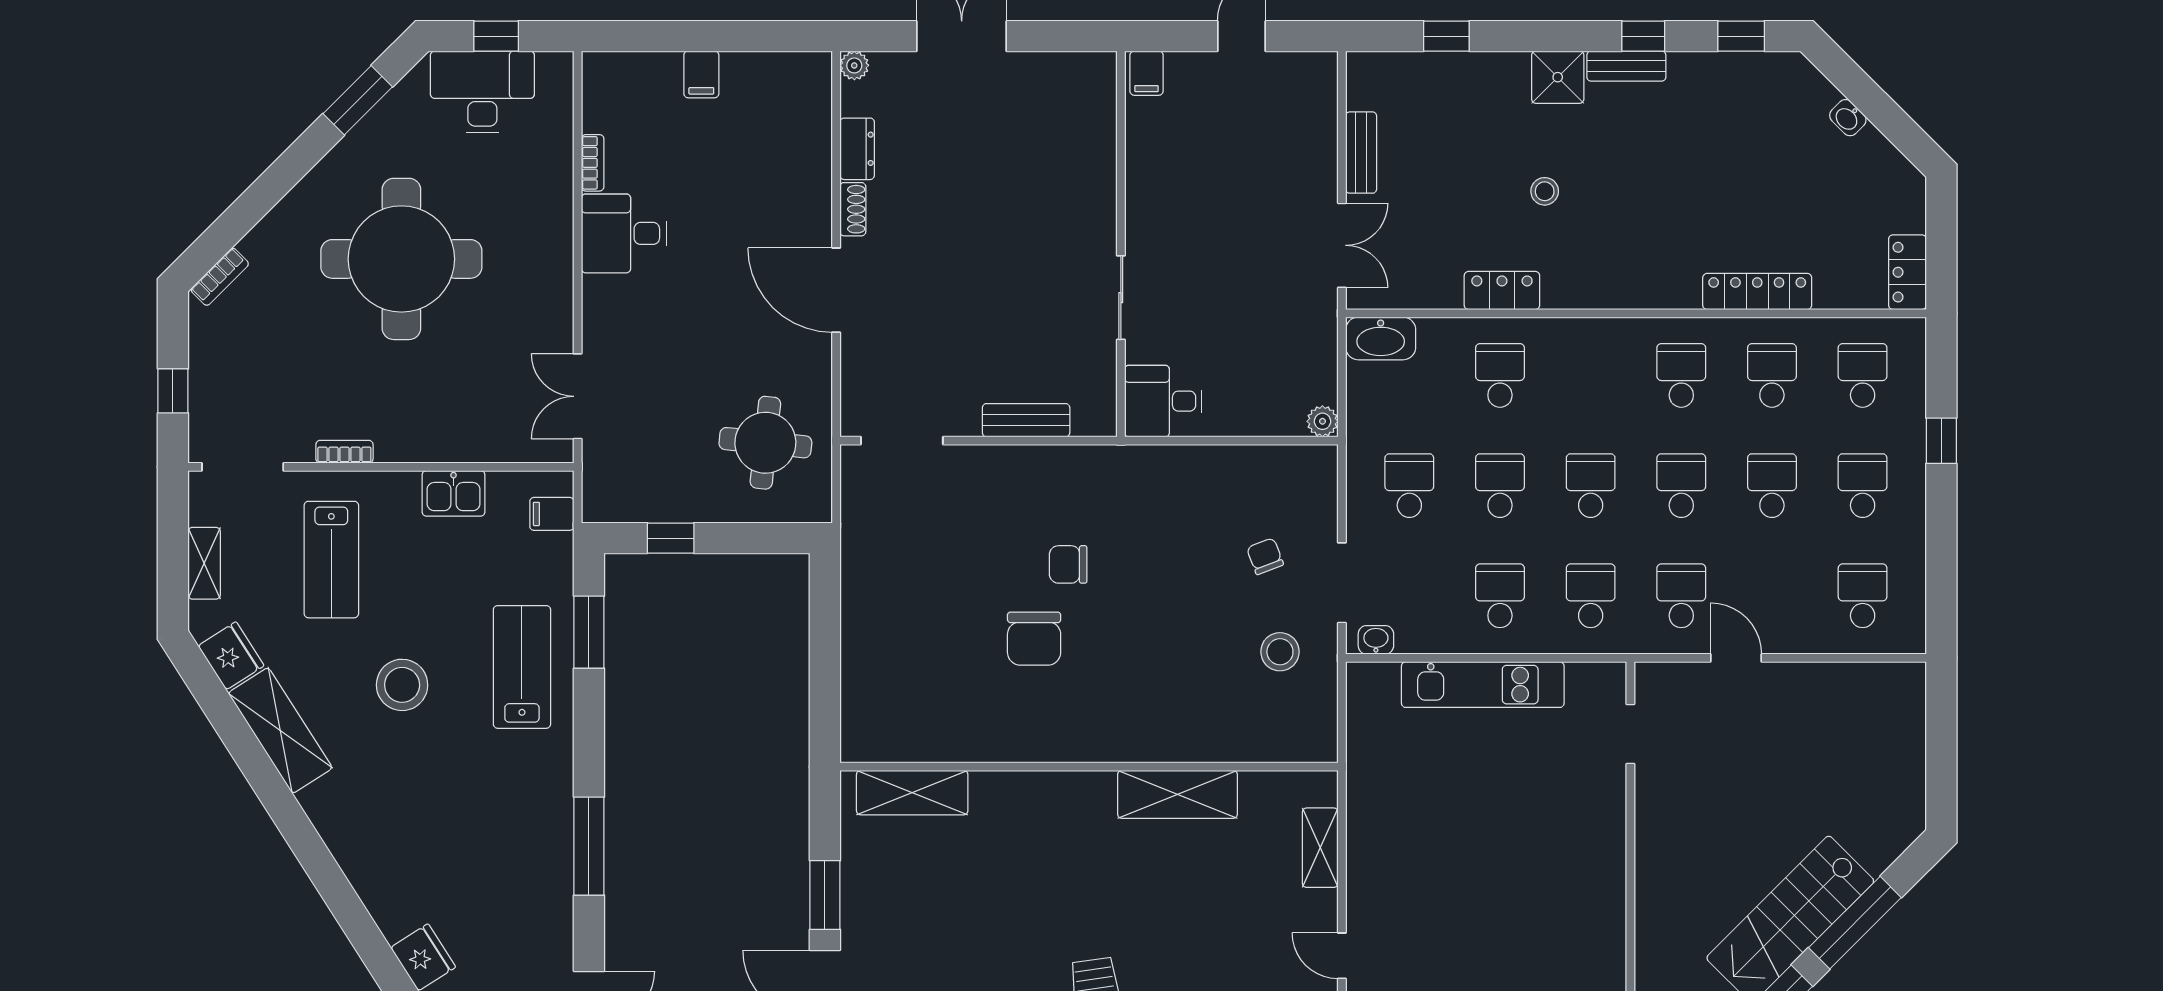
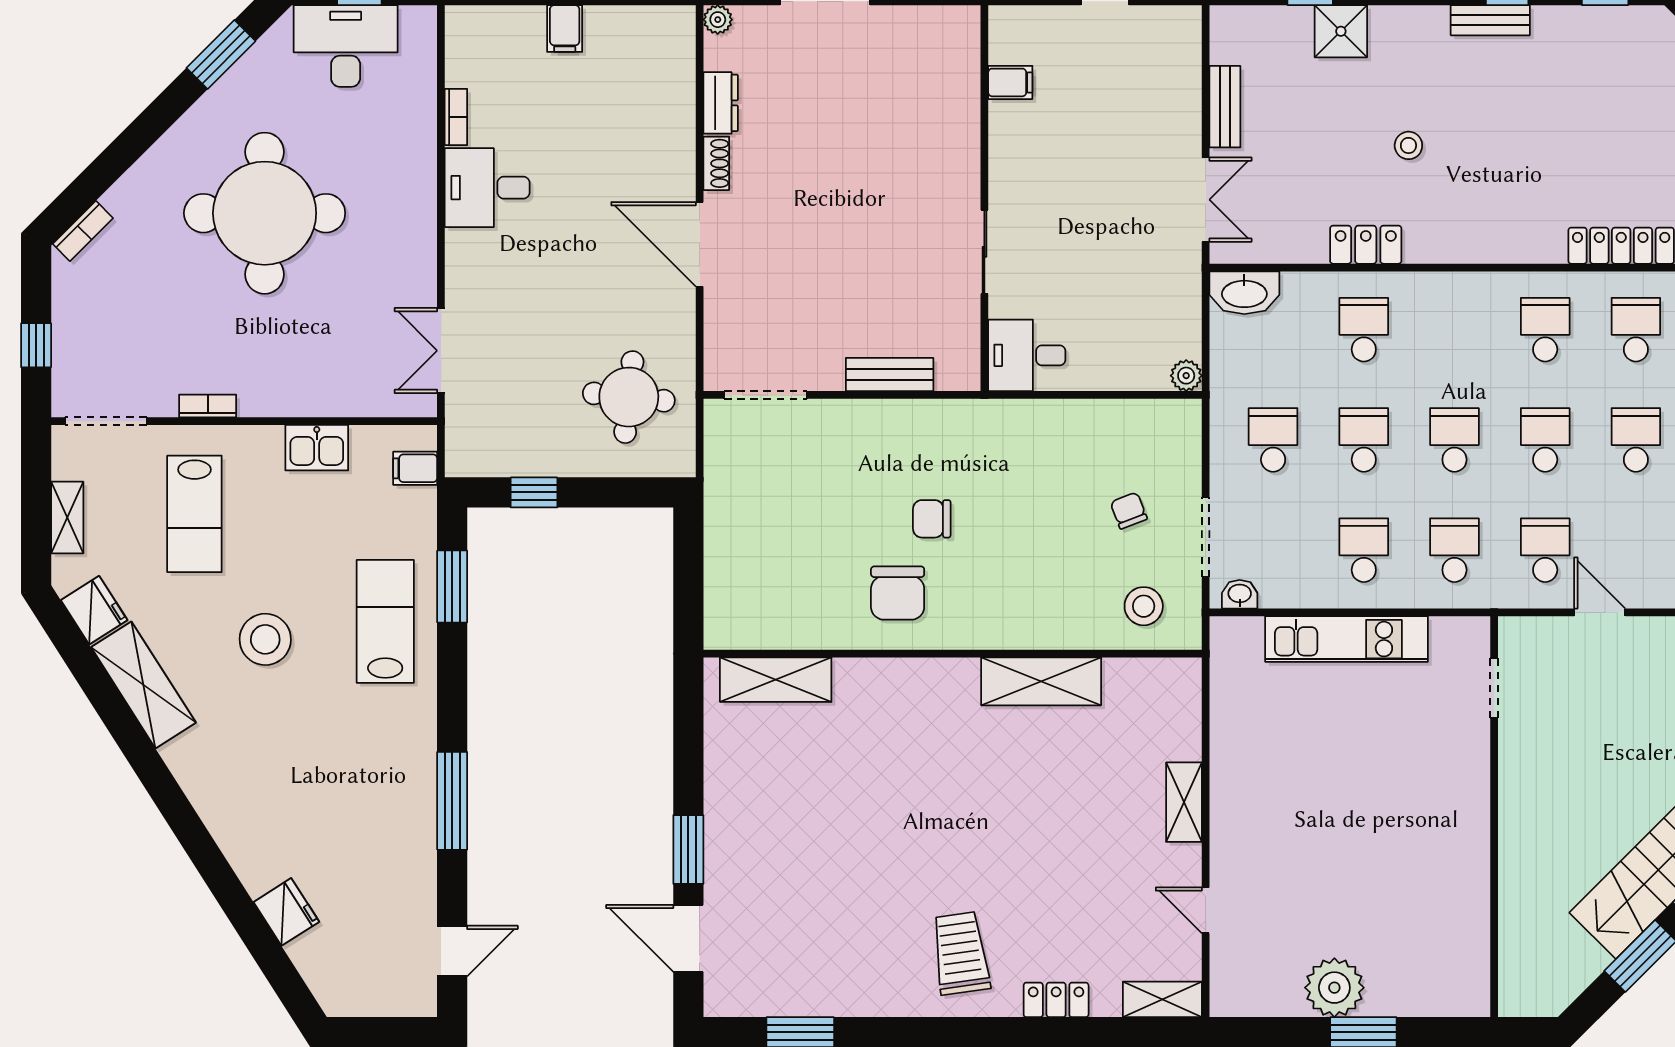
filing cabinet: (1147, 73) -> (1010, 82), moved, turned -90
shower: (1558, 77) -> (1341, 31), moved
wall: (1089, 767) -> (953, 654), moved
shelving: (912, 793) -> (776, 680), moved
shelving: (1177, 794) -> (1041, 681), moved

